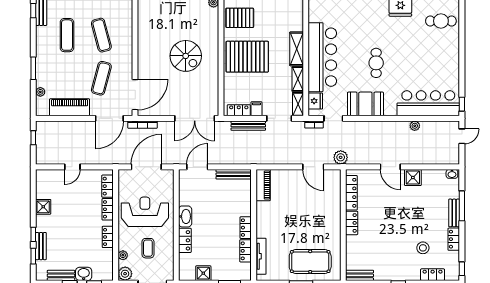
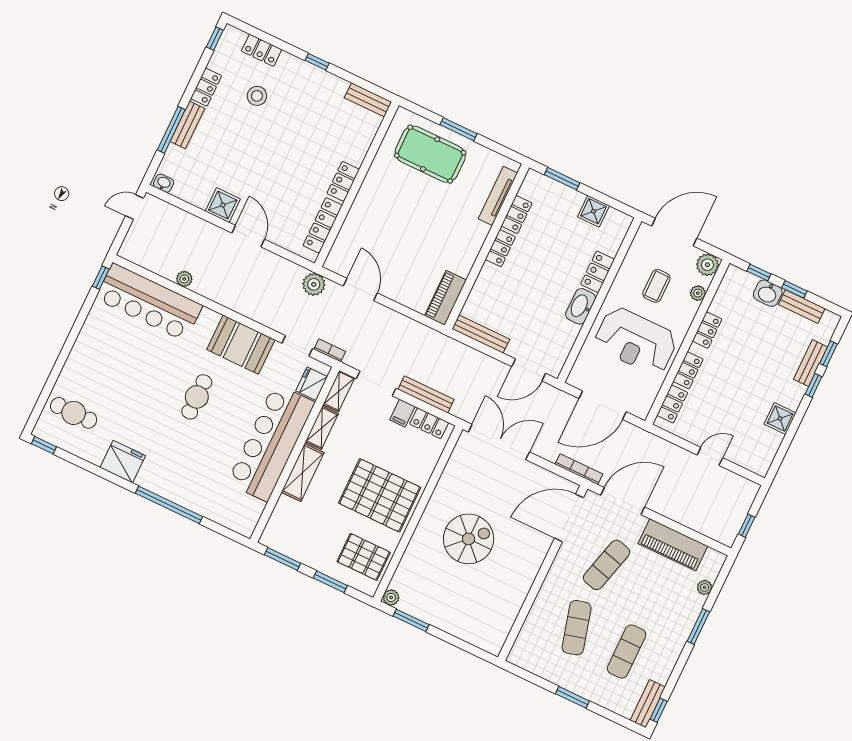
spiral stairs: (186, 56) -> (469, 539), turned 90
door: (462, 136) -> (134, 207), moved

